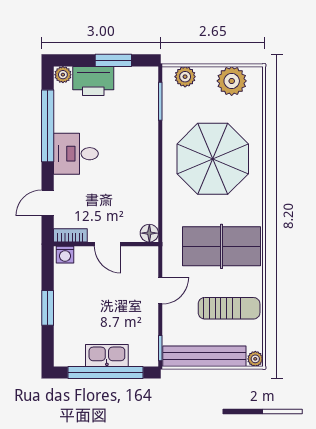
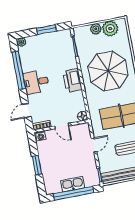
plant: (185, 77) -> (96, 29), moved
printer: (93, 81) -> (72, 80), moved, turned 90

